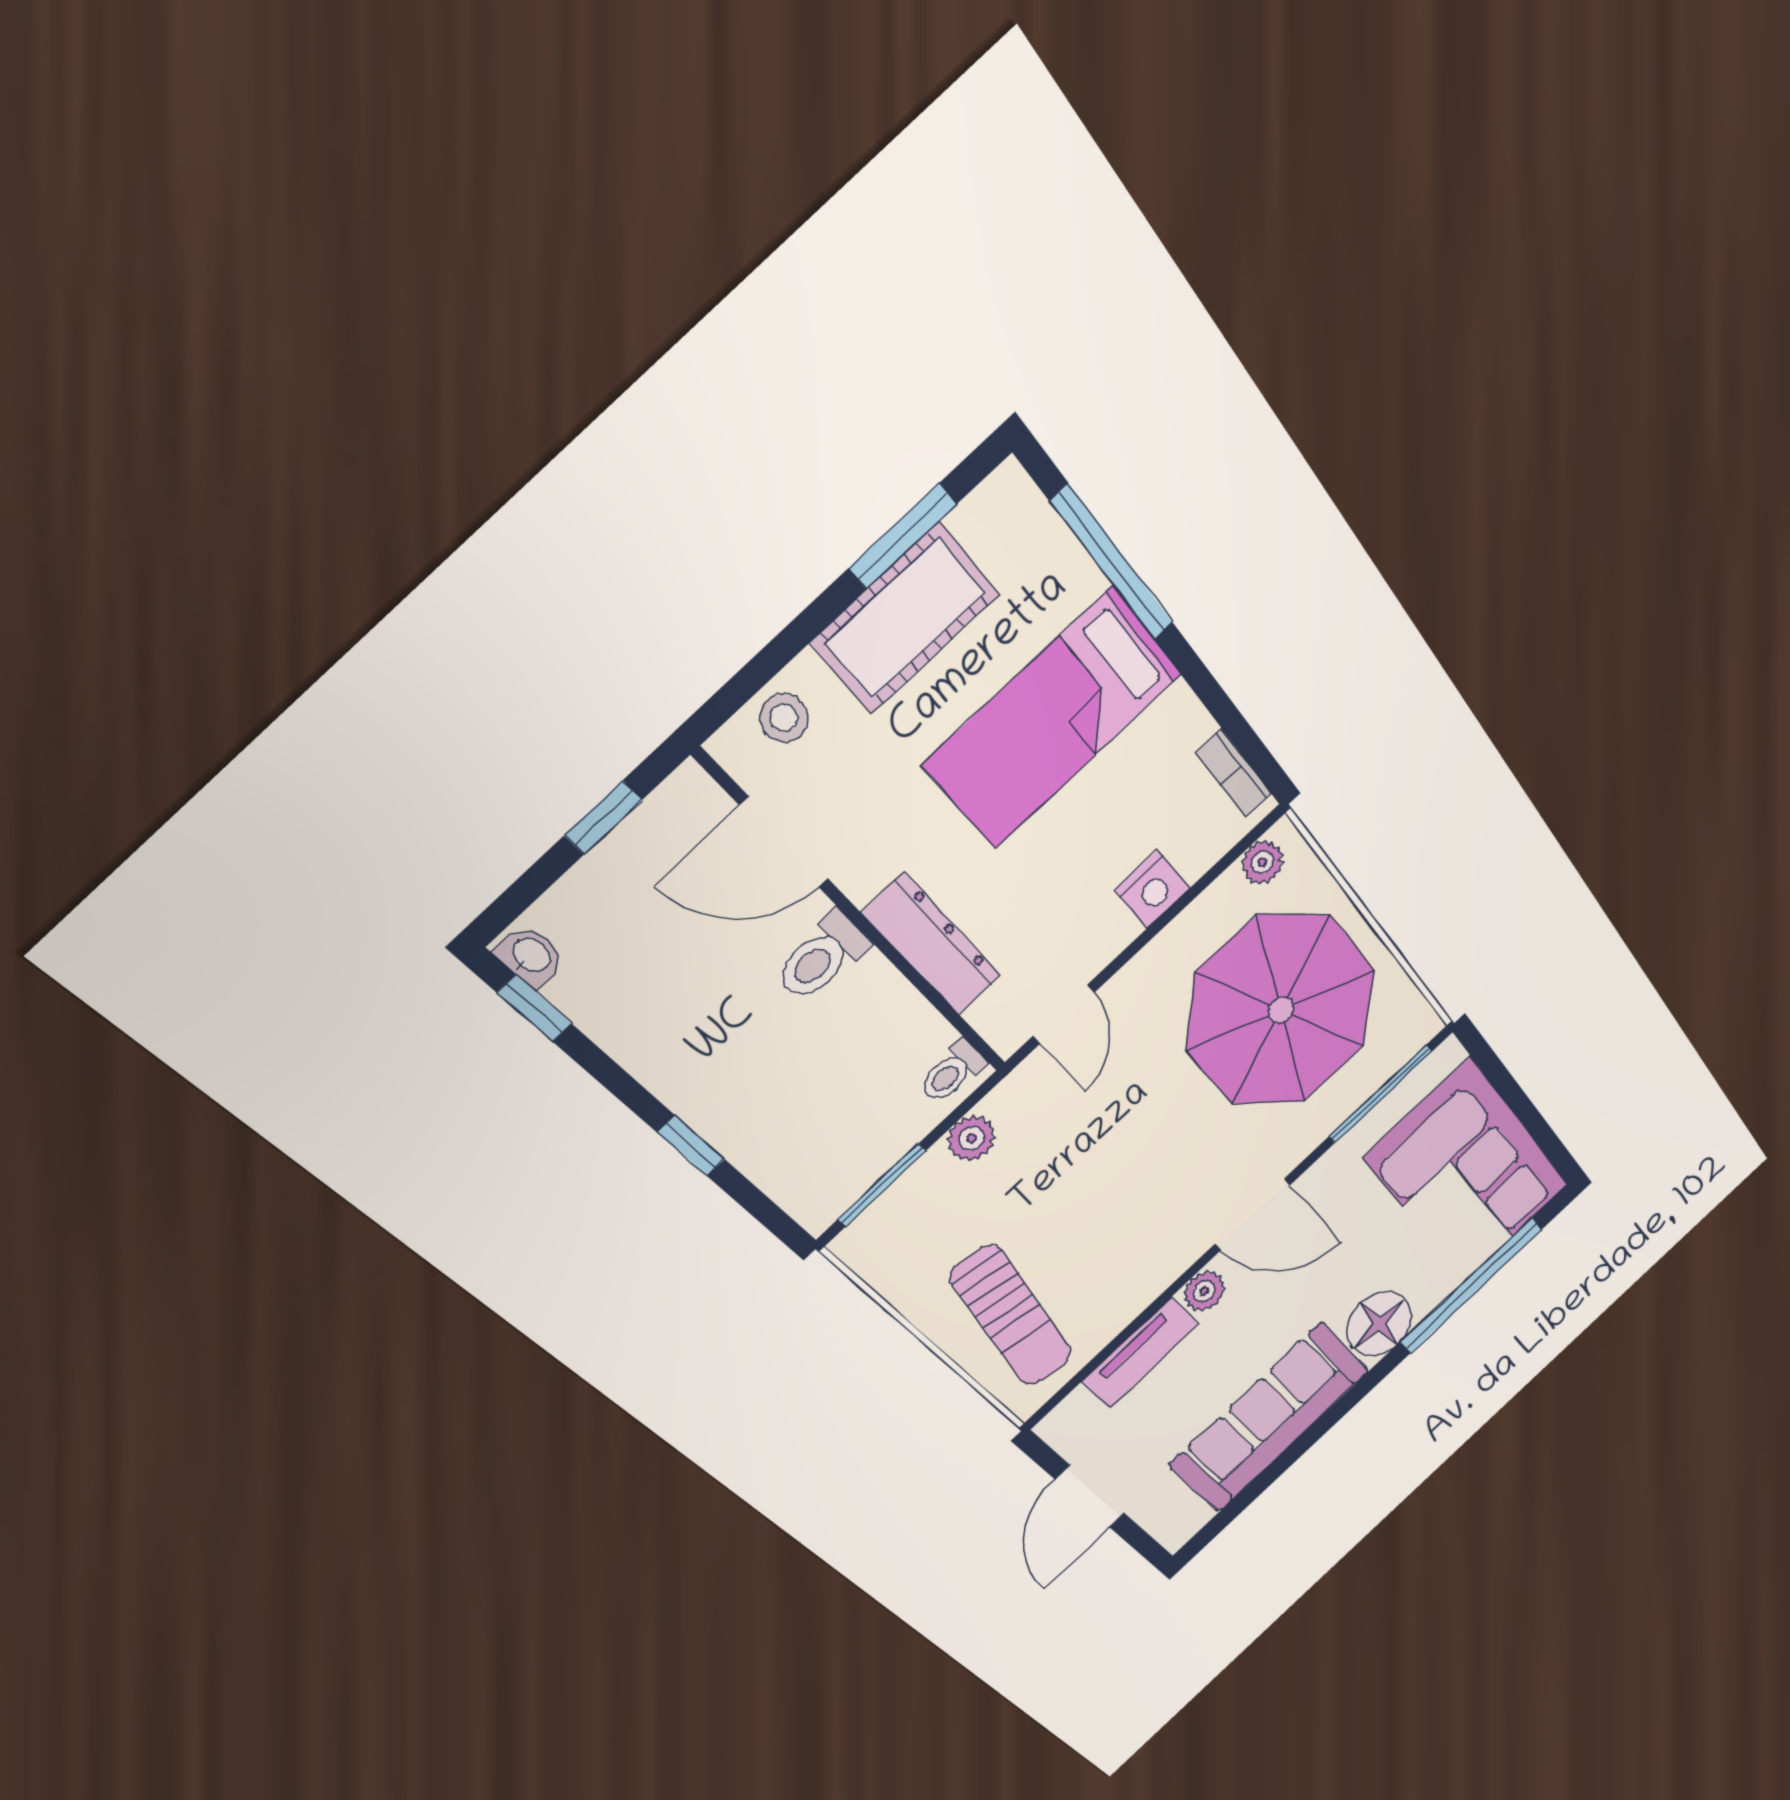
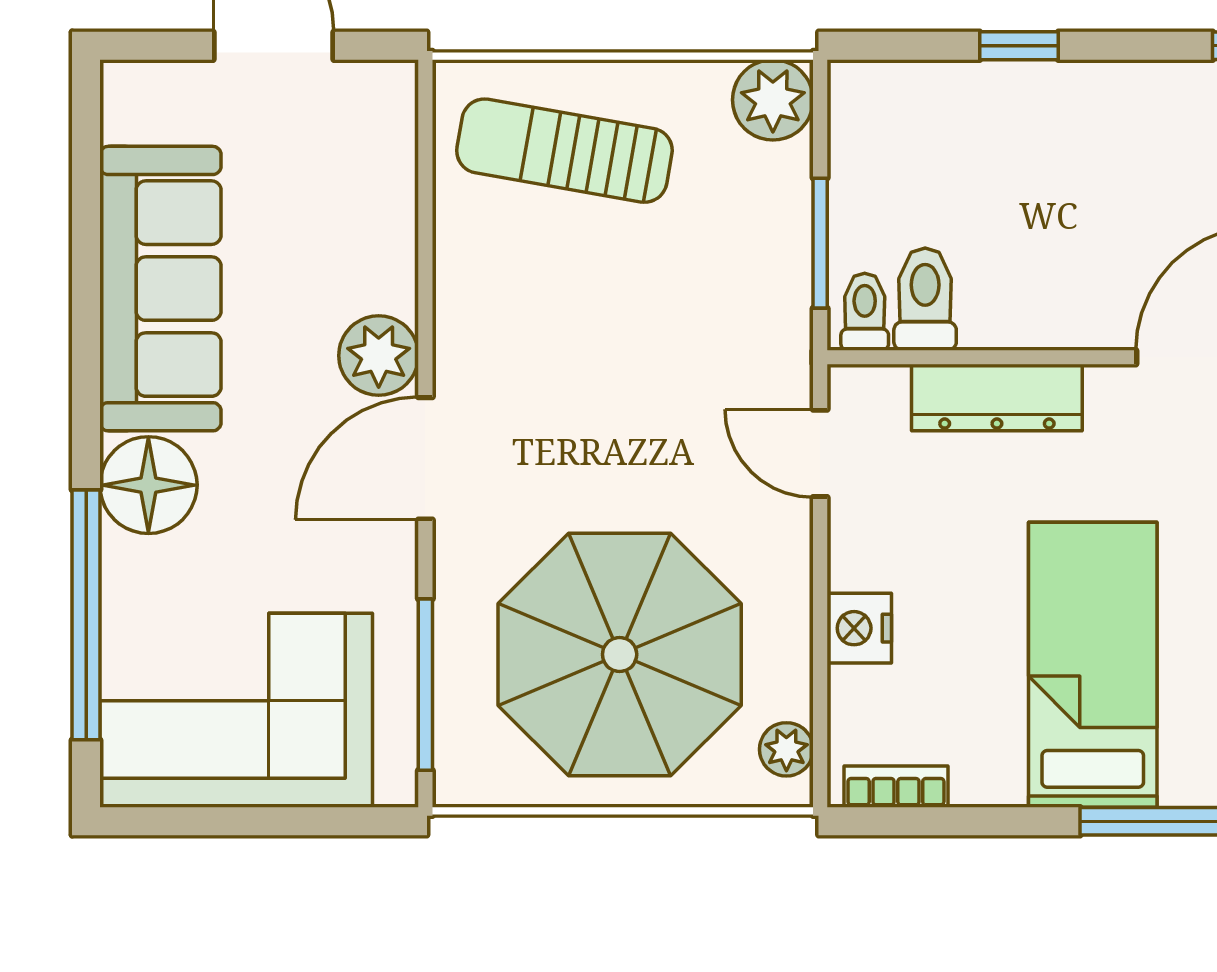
toilet: (822, 957) -> (925, 299), moved
plant: (972, 1138) -> (773, 100), moved, width x1.38, depth x1.38
window: (882, 1185) -> (820, 243), moved
plant: (1204, 1291) -> (379, 356), width x1.38, depth x1.38
tv unit: (1140, 1353) -> (388, 230), removed

